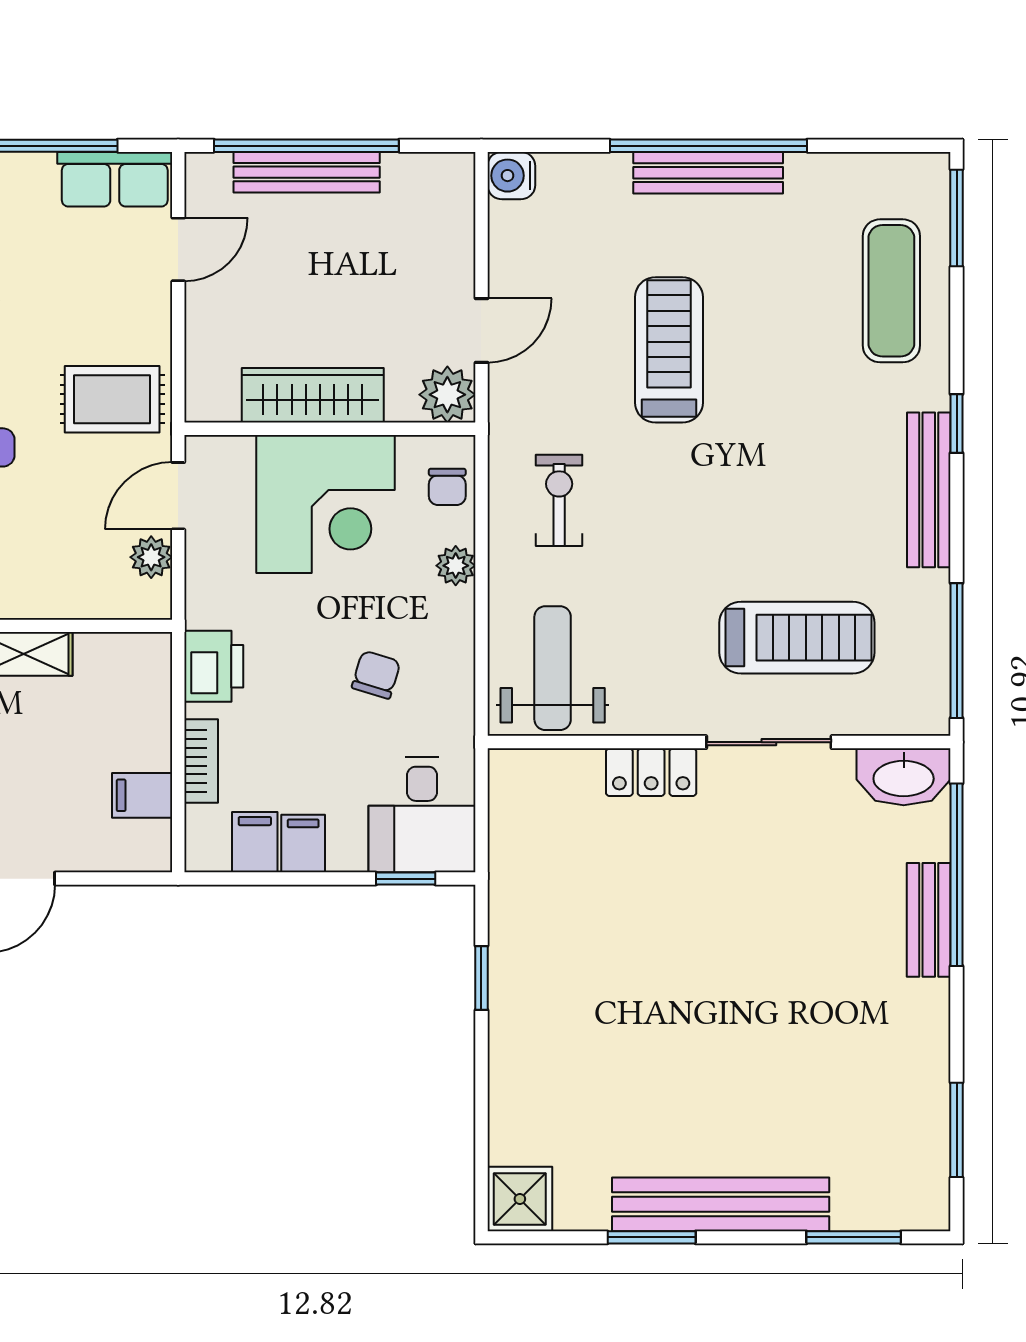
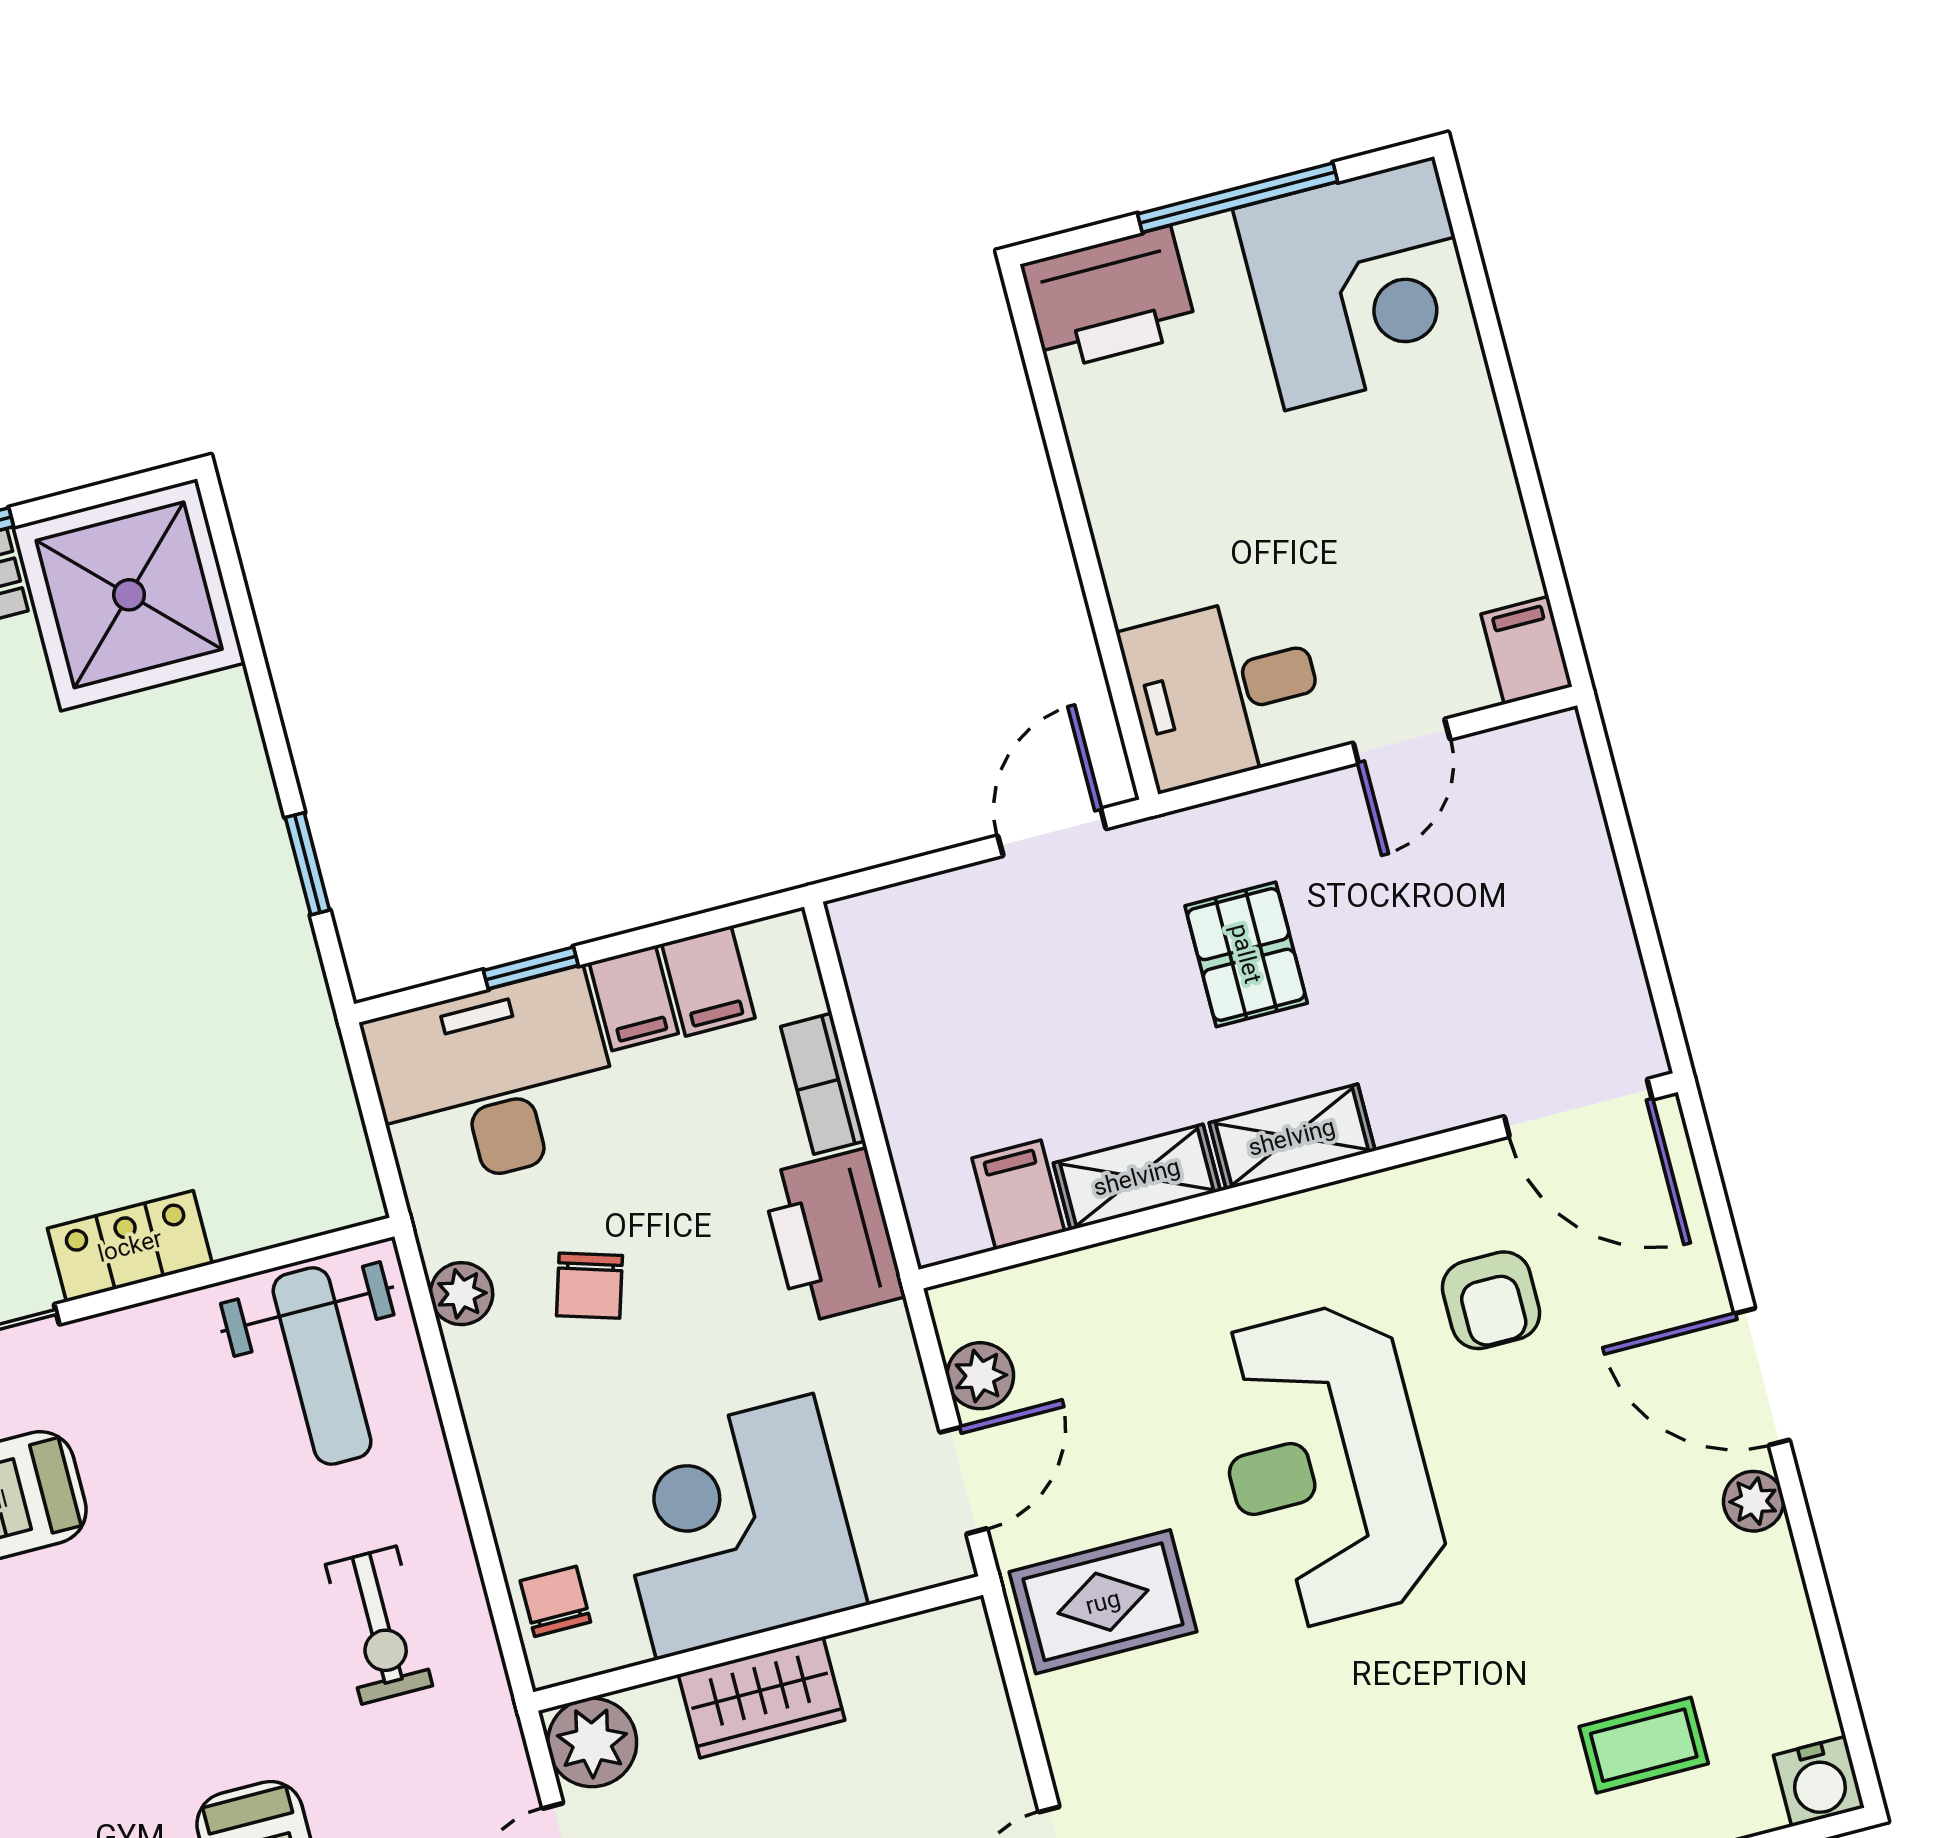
wardrobe: (313, 395) -> (761, 1697), width x0.67
plant: (456, 566) -> (462, 1294), moved
printer: (214, 666) -> (833, 1236), width x1.37, depth x1.19
filing cabinet: (142, 795) -> (1018, 1195), moved, turned -90
desk: (422, 815) -> (494, 1082), width x1.37
window: (406, 879) -> (531, 968), moved
shower: (520, 1199) -> (129, 595), width x1.86, depth x1.86

